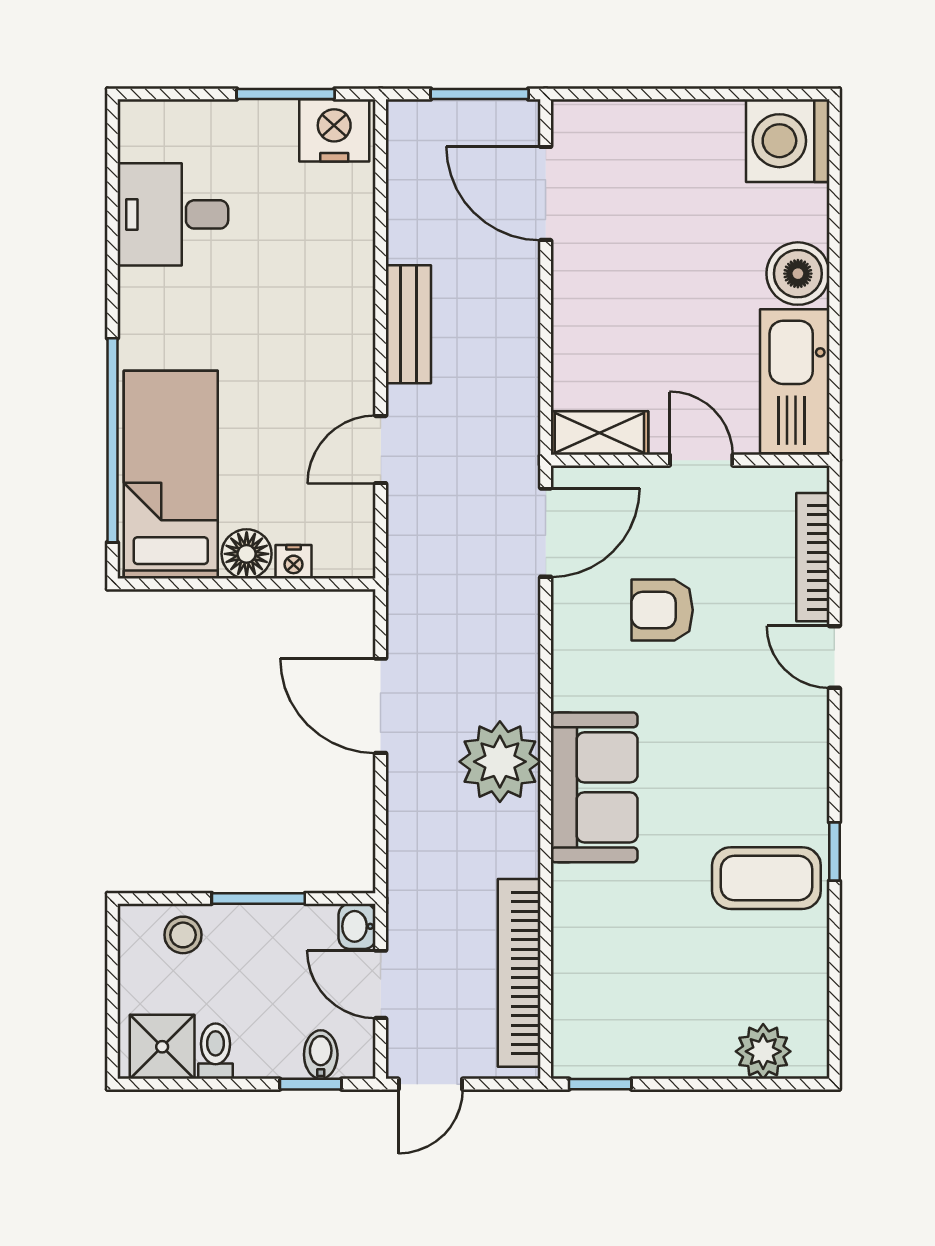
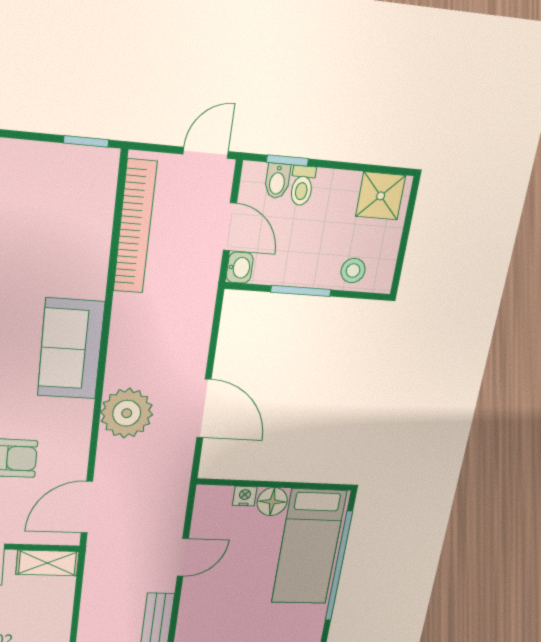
plant: (500, 762) -> (127, 413), moved
toilet: (215, 1051) -> (302, 186), moved

